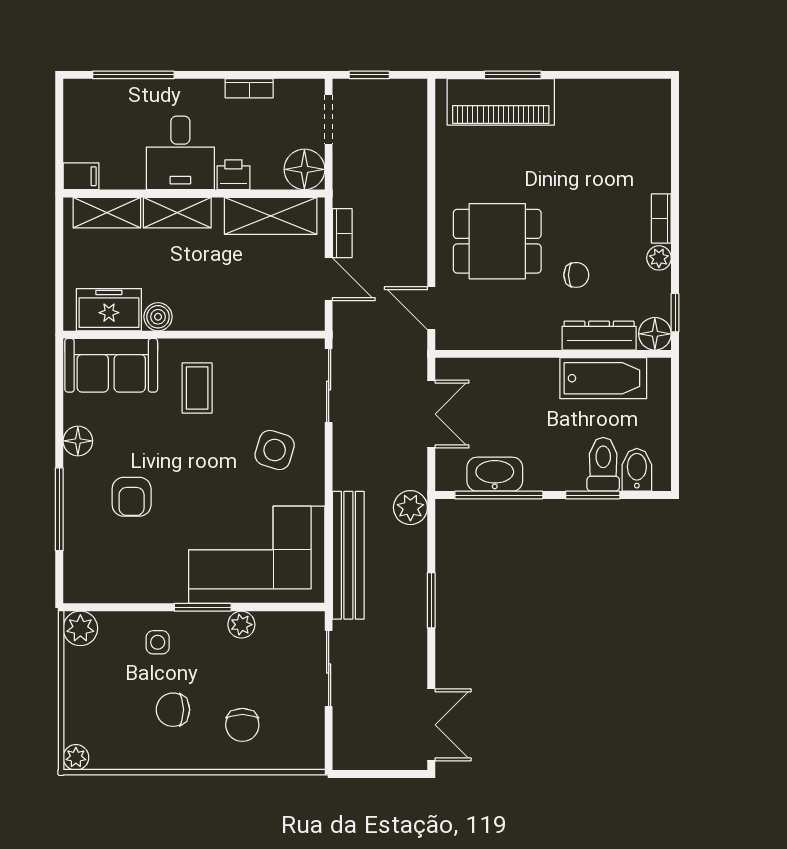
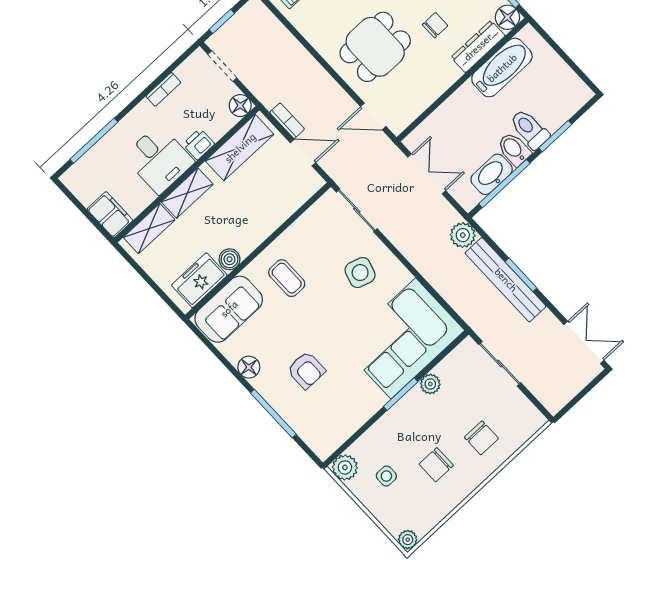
floor lamp: (304, 169) -> (240, 106), width x0.73, depth x0.73
filing cabinet: (81, 176) -> (110, 215), width x2.00
toilet: (603, 464) -> (529, 129), moved
bidet: (637, 470) -> (514, 149), moved
bench: (348, 555) -> (506, 280), moved
side table: (158, 642) -> (386, 476), moved

